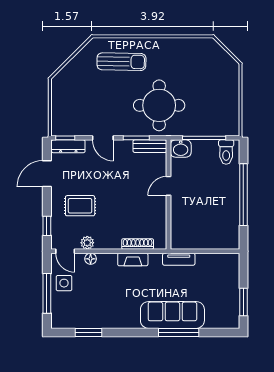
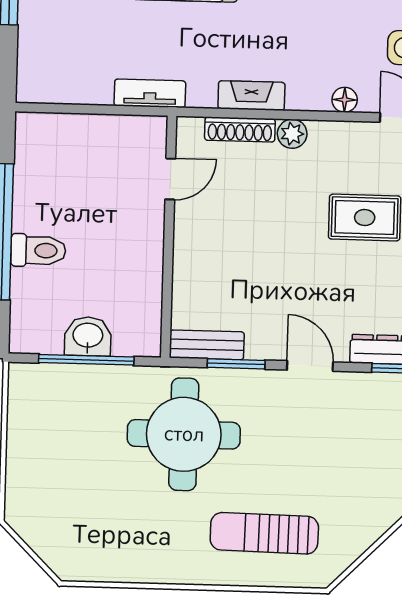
washbasin: (181, 149) -> (88, 336), moved
toilet: (226, 152) -> (38, 250), moved, turned 90
door: (168, 186) -> (170, 179), moved
plant: (87, 243) -> (292, 134), moved

